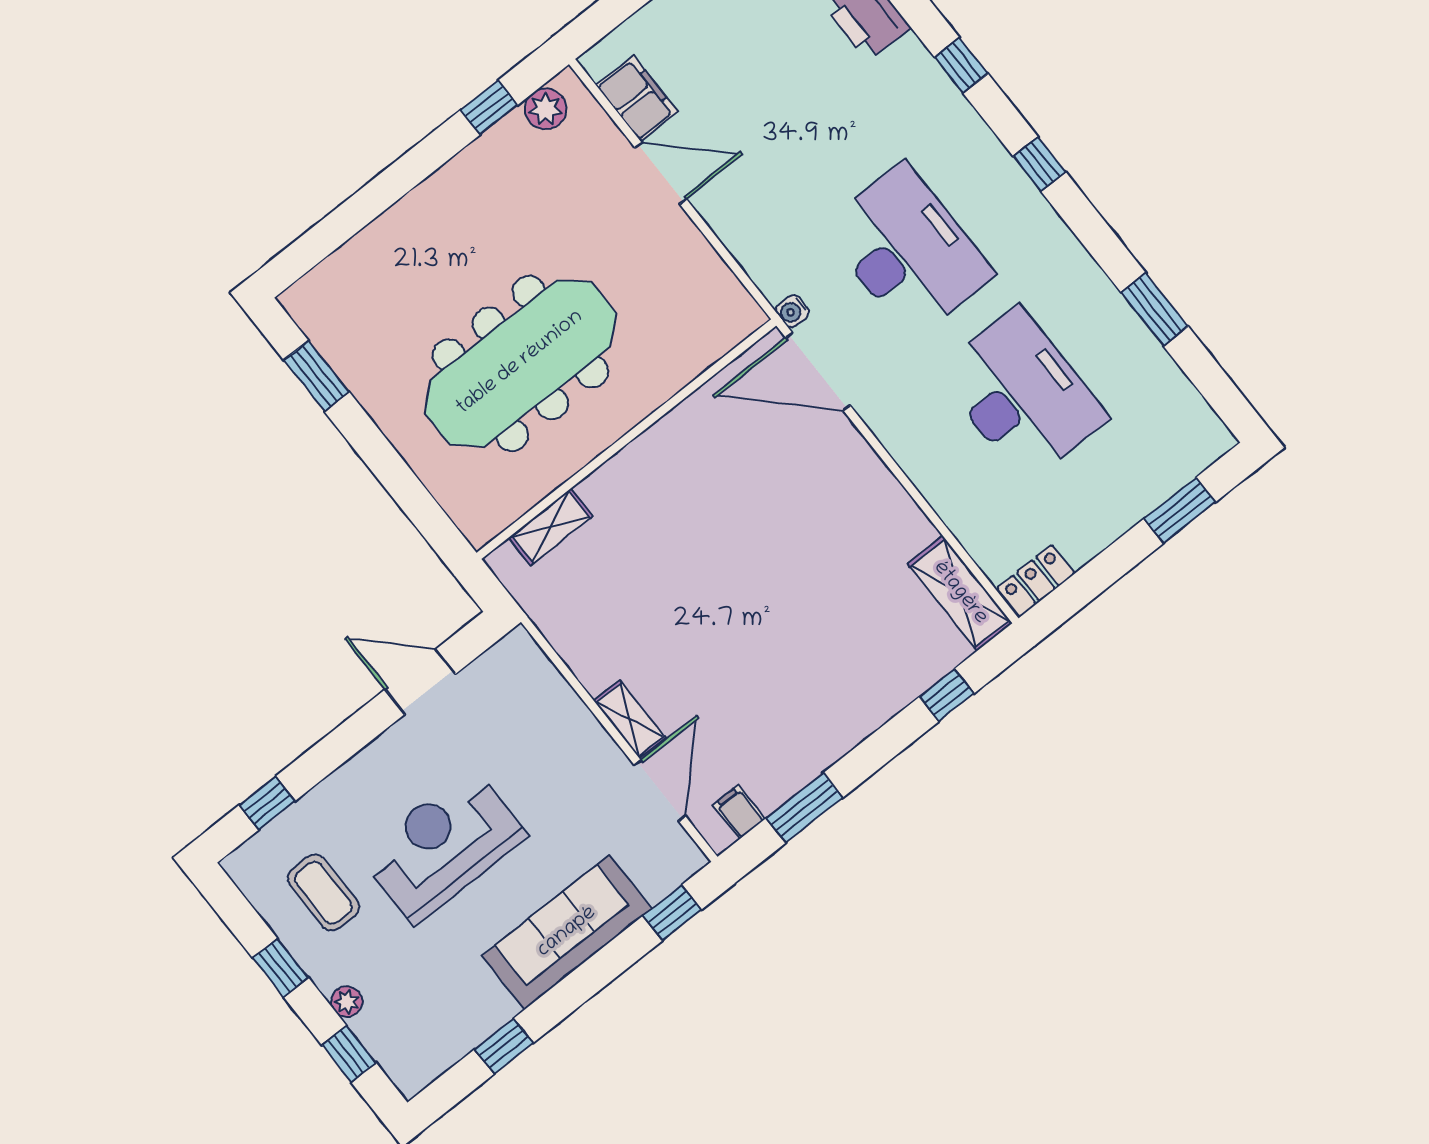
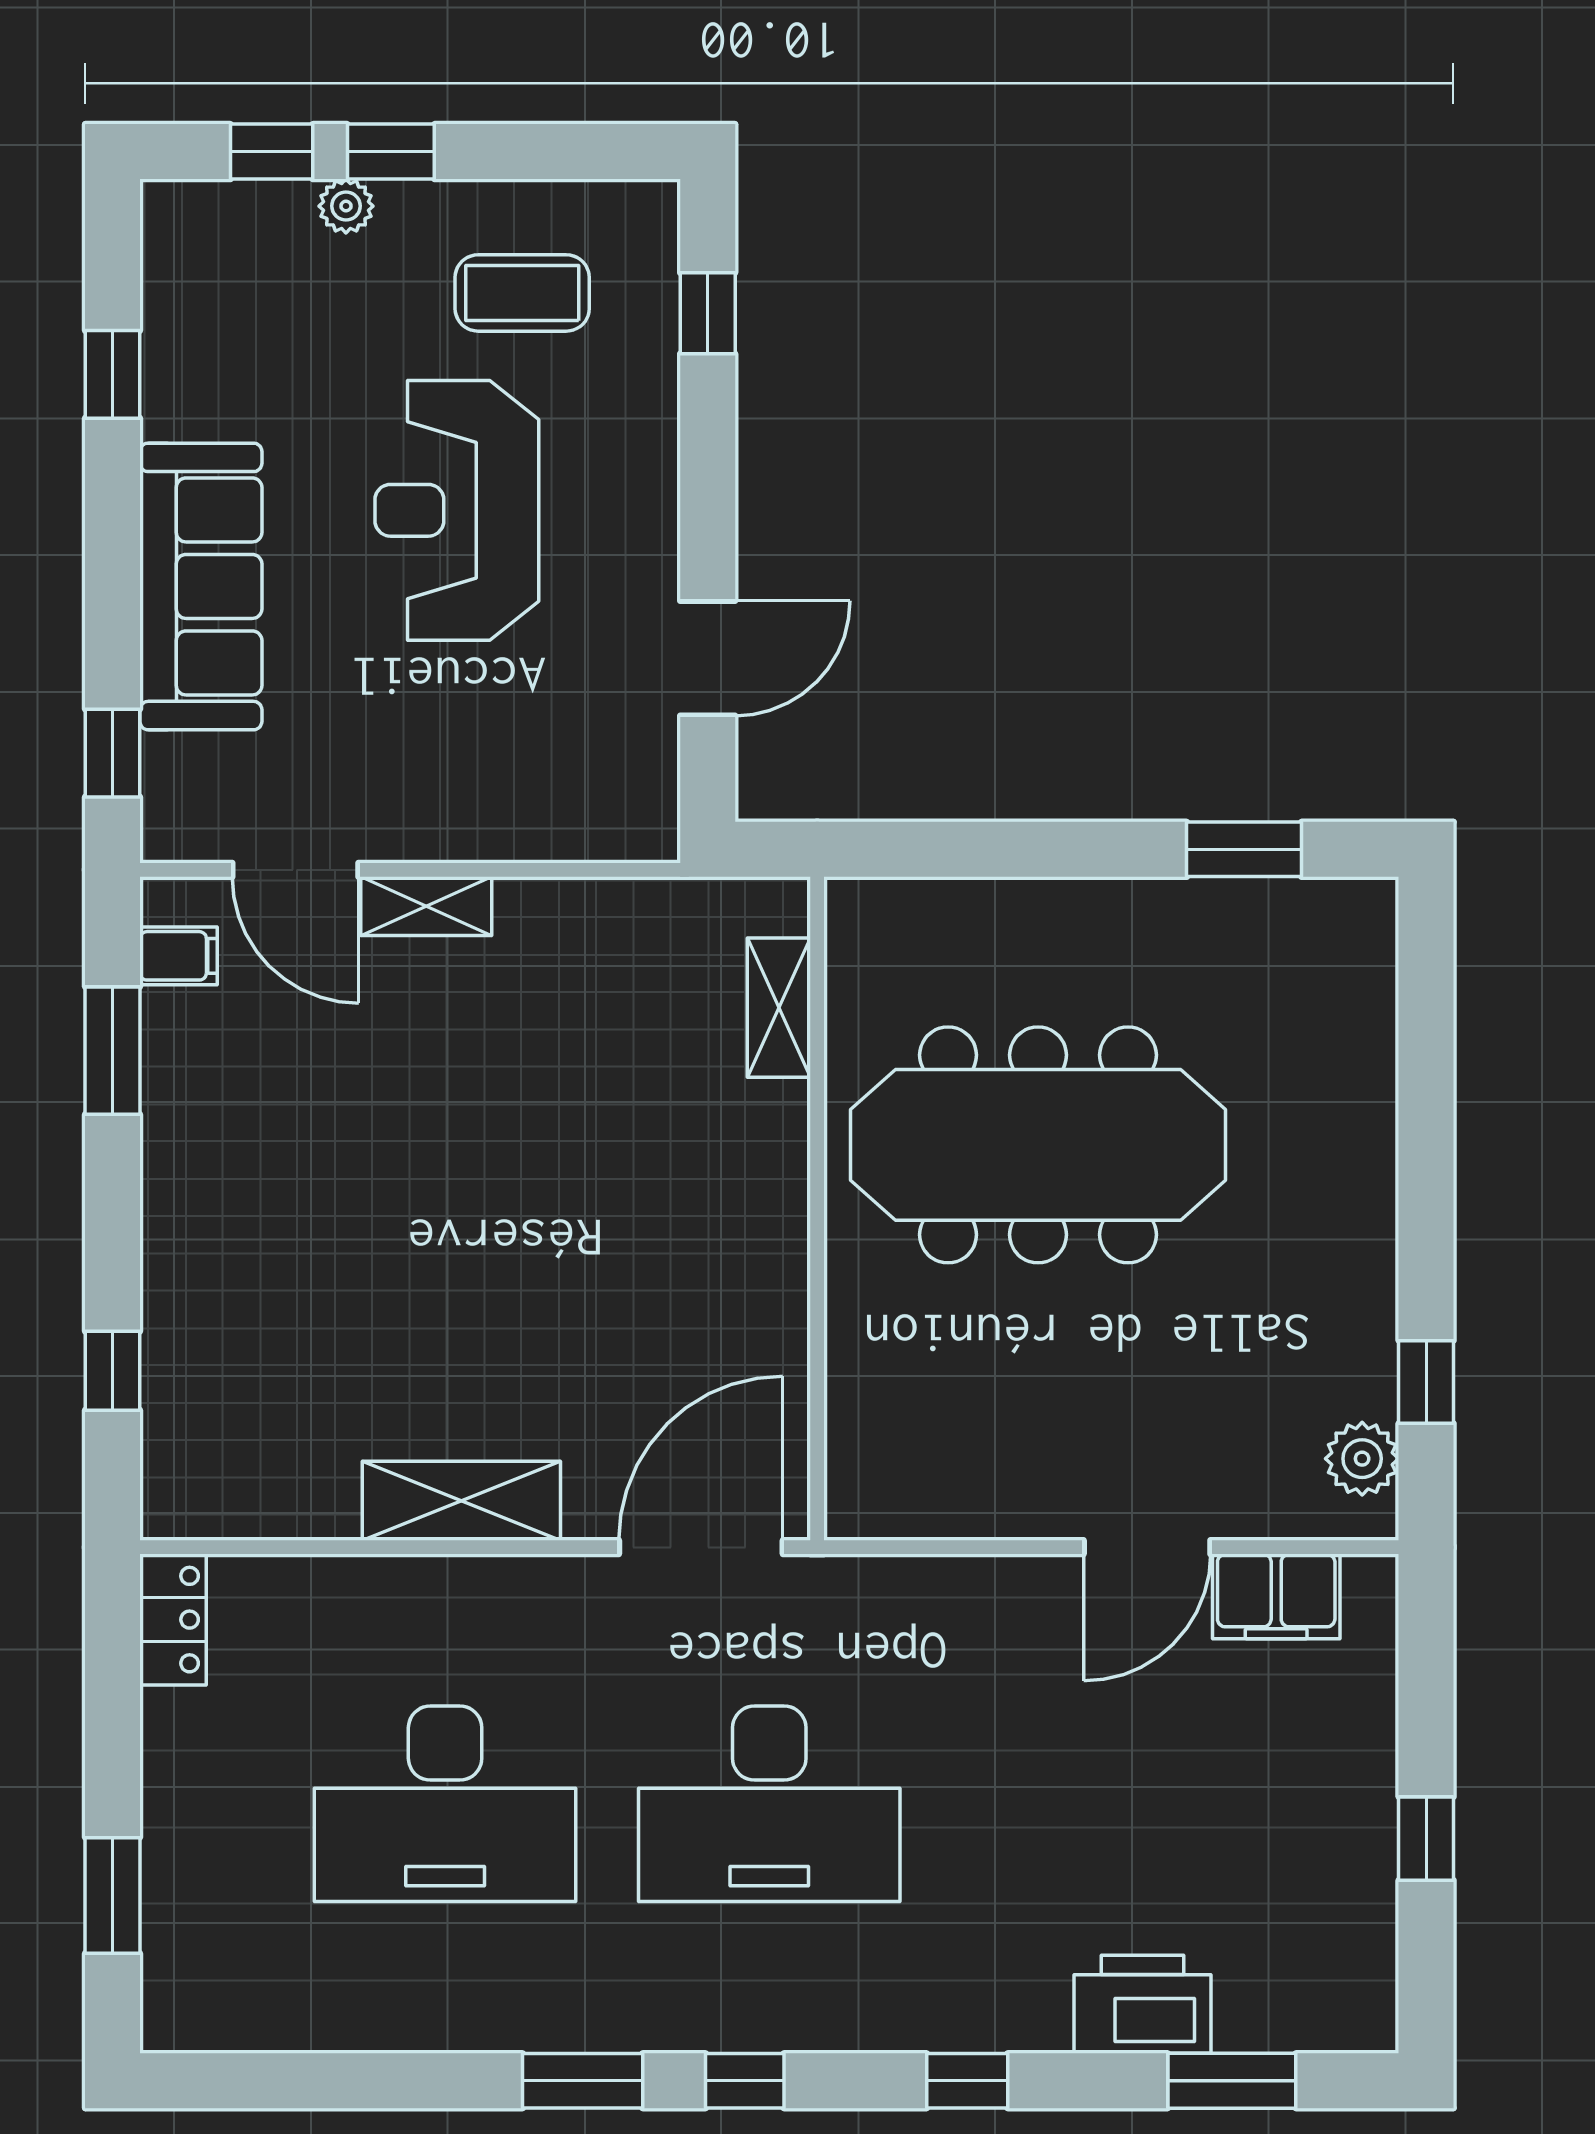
window: (1155, 309) -> (583, 2081), moved
water cooler: (792, 311) -> (812, 1578), removed
meeting table: (520, 363) -> (1038, 1145), turned 90
shelving: (960, 593) -> (461, 1501), moved
reception desk: (443, 845) -> (457, 510), turned 180
window: (281, 968) -> (391, 152), moved

